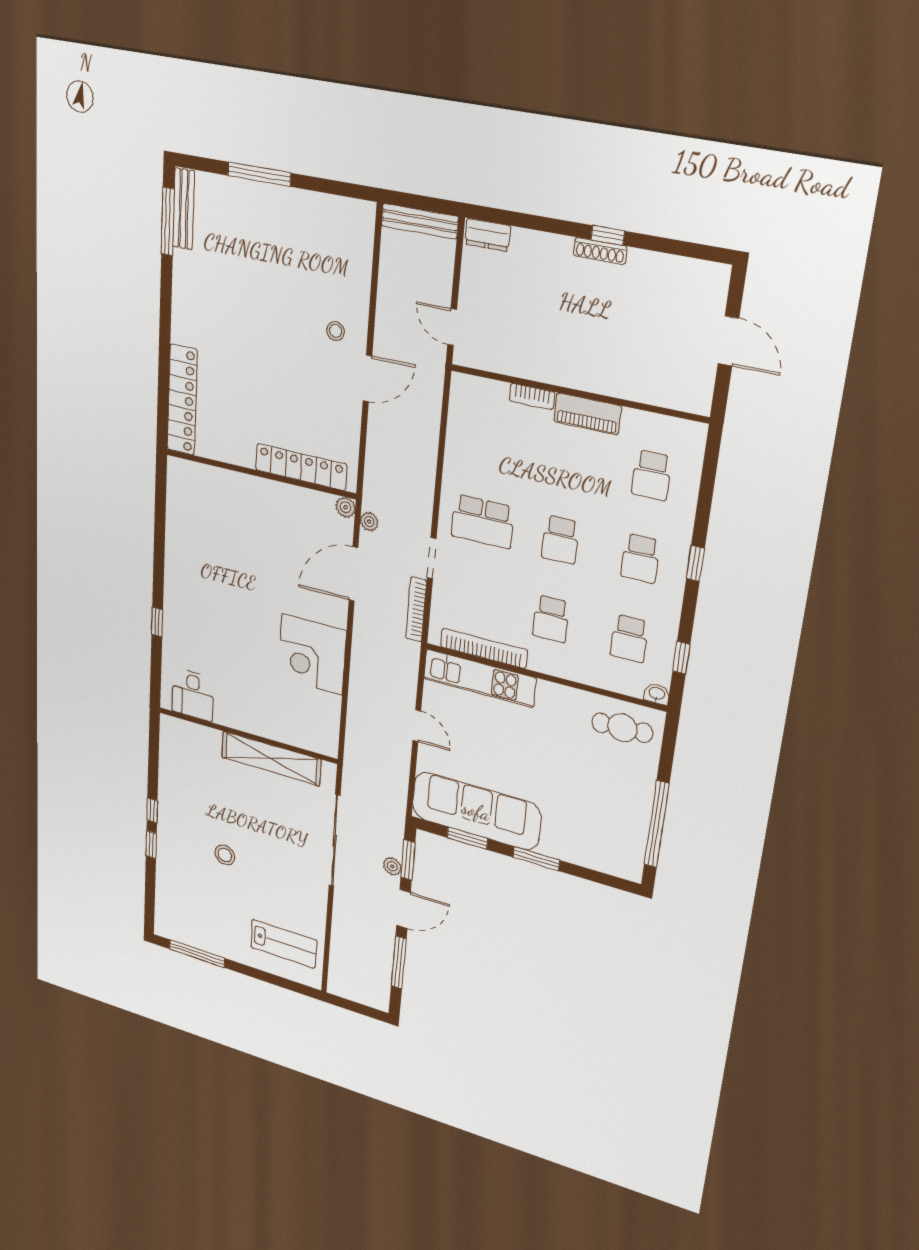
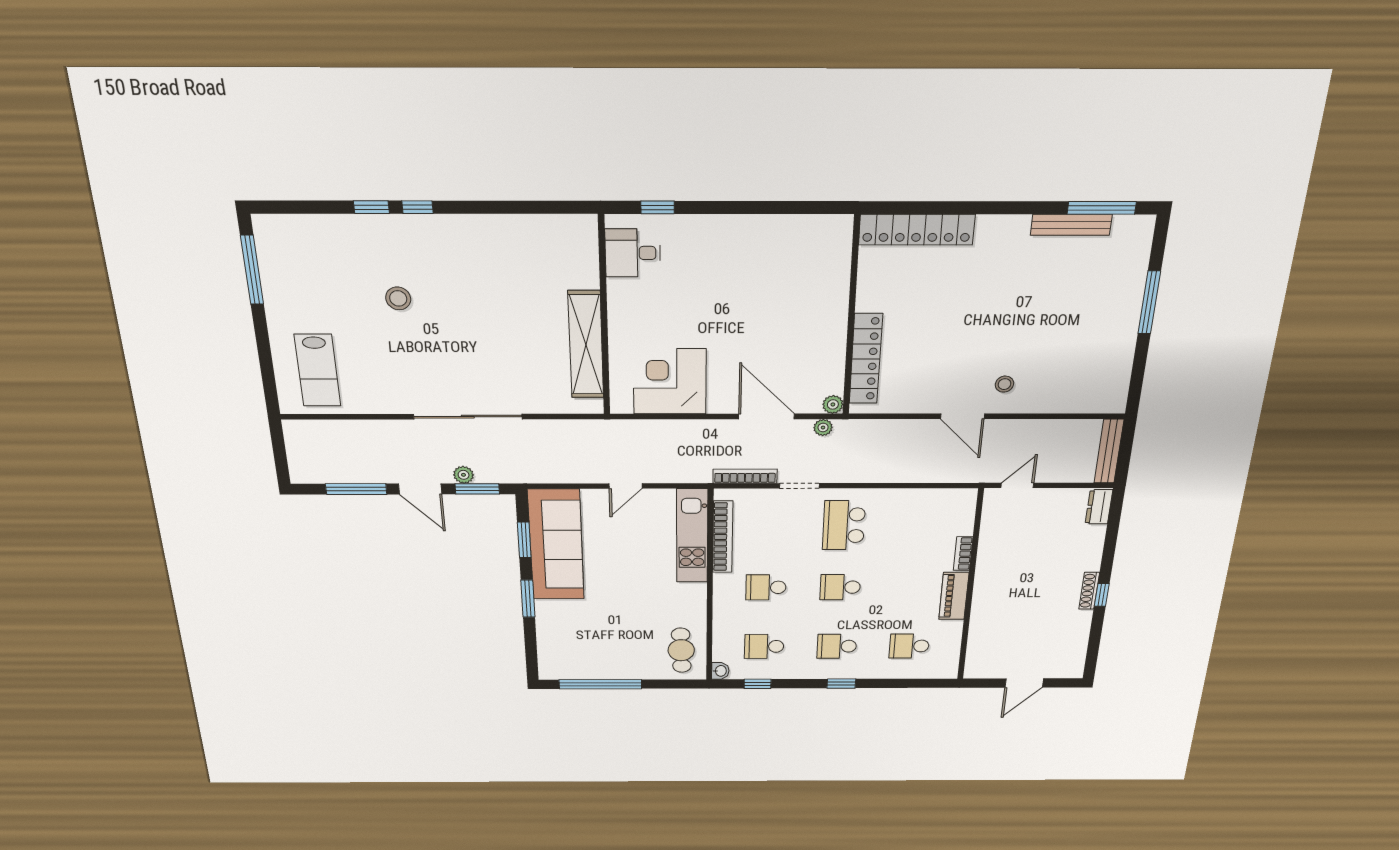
bench: (184, 209) -> (1071, 225), moved
desk: (193, 695) -> (633, 253), moved
wall: (247, 735) -> (604, 317), moved
shelving: (271, 758) -> (586, 345), moved

